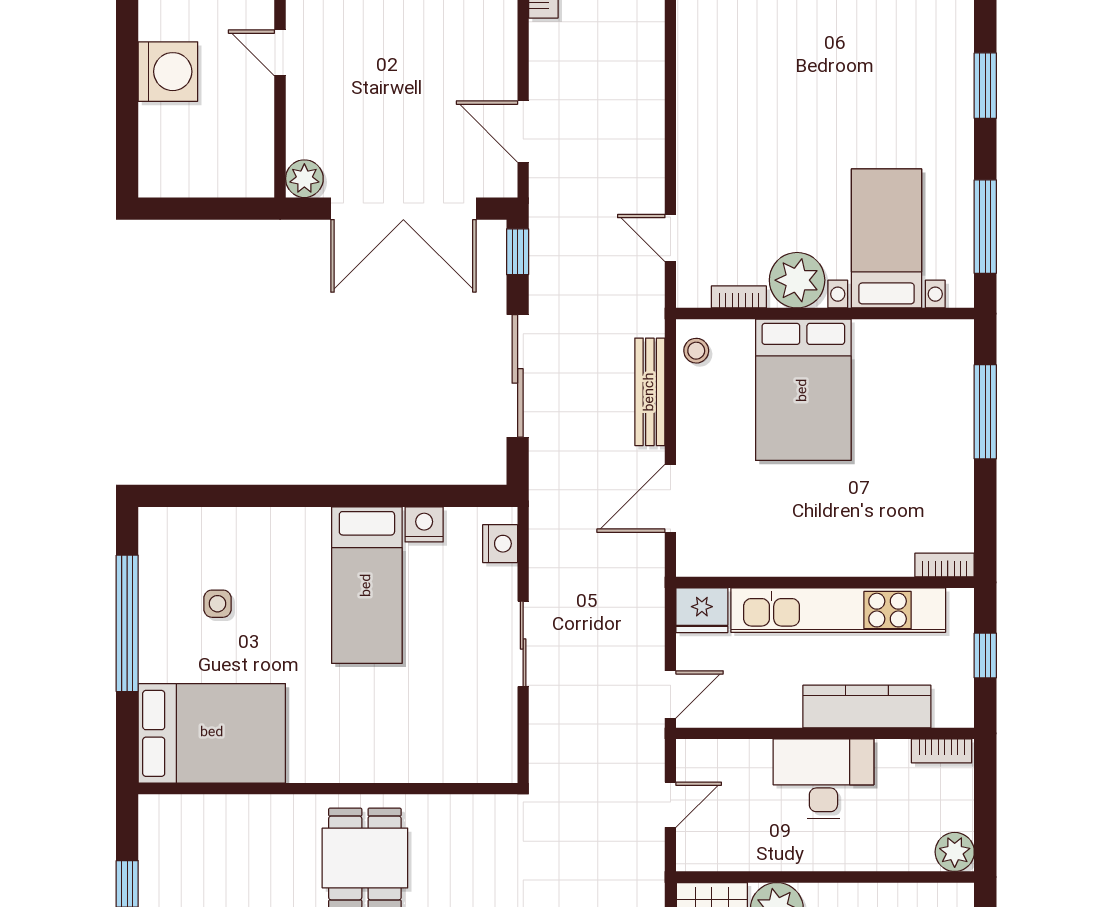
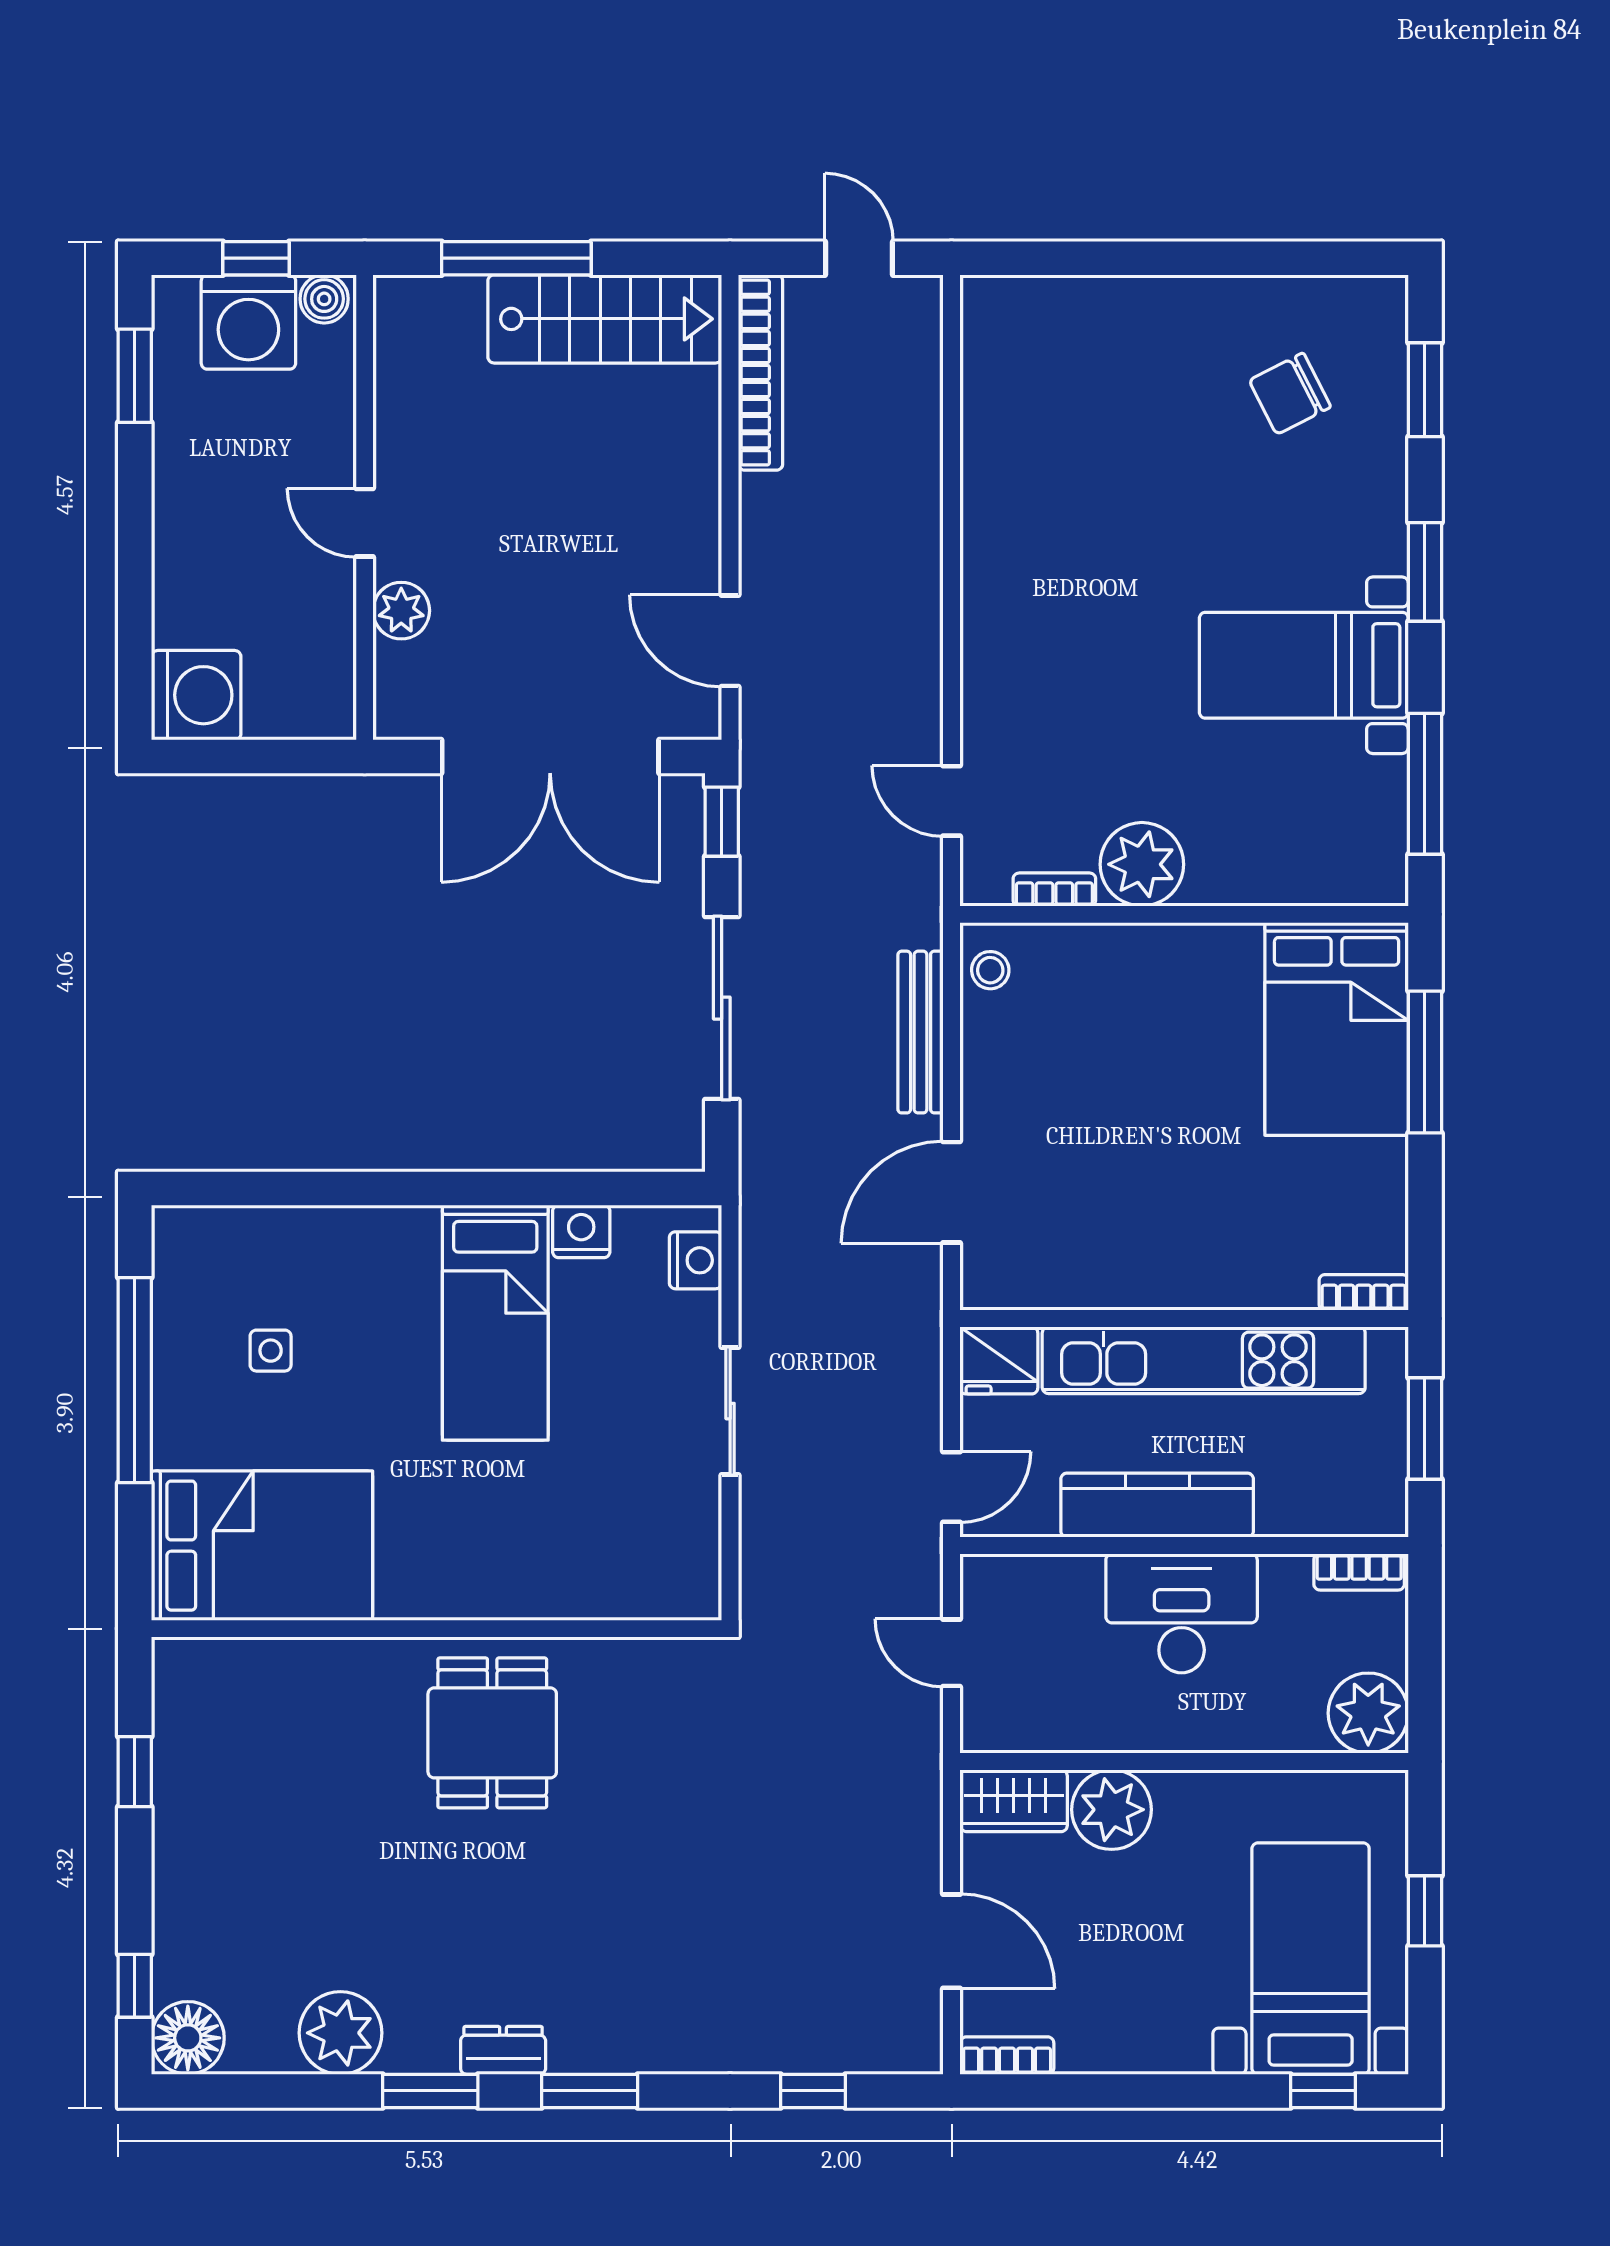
washing machine: (168, 72) -> (196, 695), moved
plant: (304, 179) -> (401, 611), moved
bed with nightstands: (887, 238) -> (1304, 665), moved, turned -90
bed: (803, 390) -> (1337, 1029), moved
window: (985, 655) -> (1425, 1428), width x1.50
kitchen counter: (867, 707) -> (1157, 1505), moved
door: (670, 805) -> (952, 1653), swing flipped
plant: (955, 852) -> (1368, 1713), width x1.36, depth x1.36

